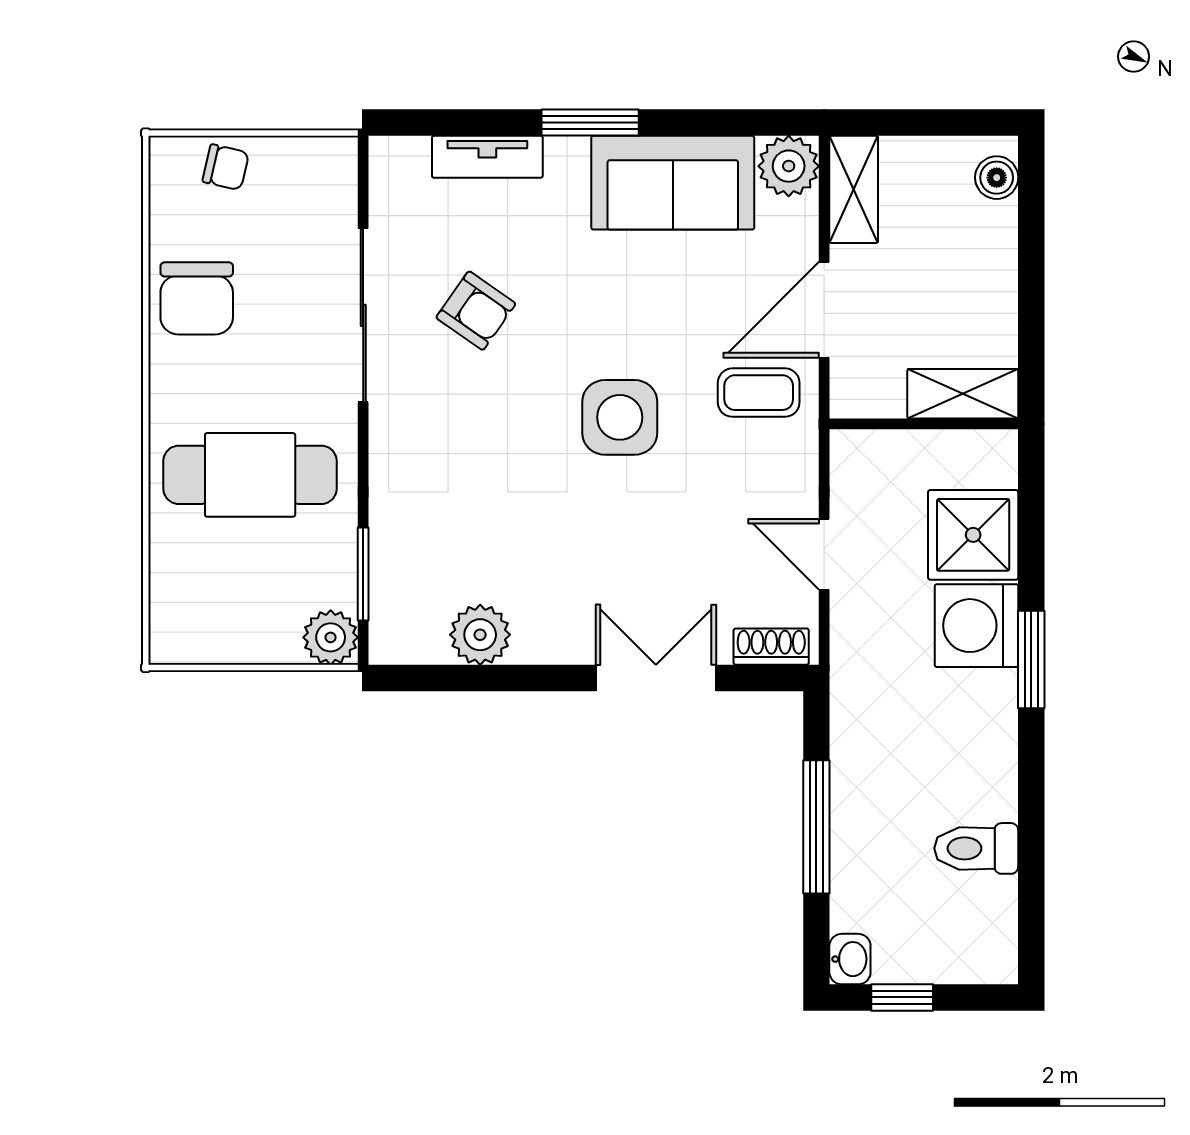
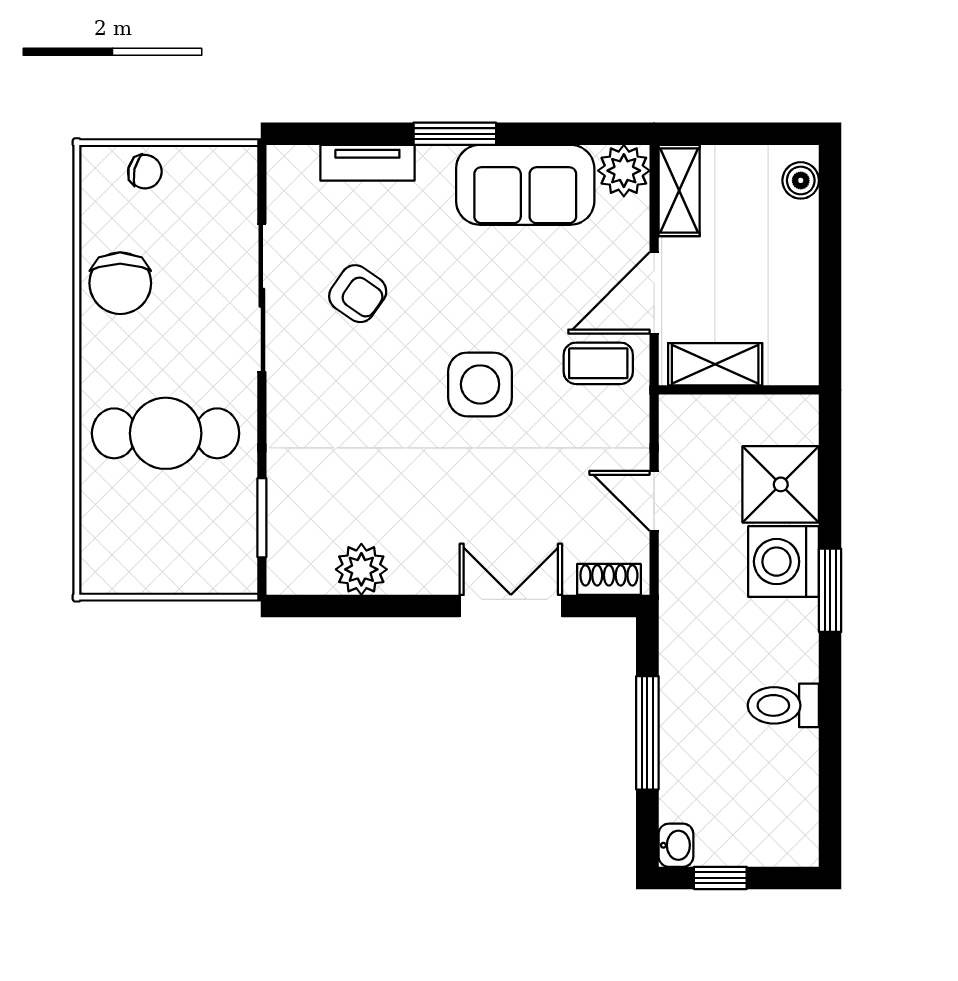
shelving: (963, 394) -> (715, 364), moved
plant: (331, 637) -> (234, 572), removed
toilet: (976, 848) -> (783, 705), moved

